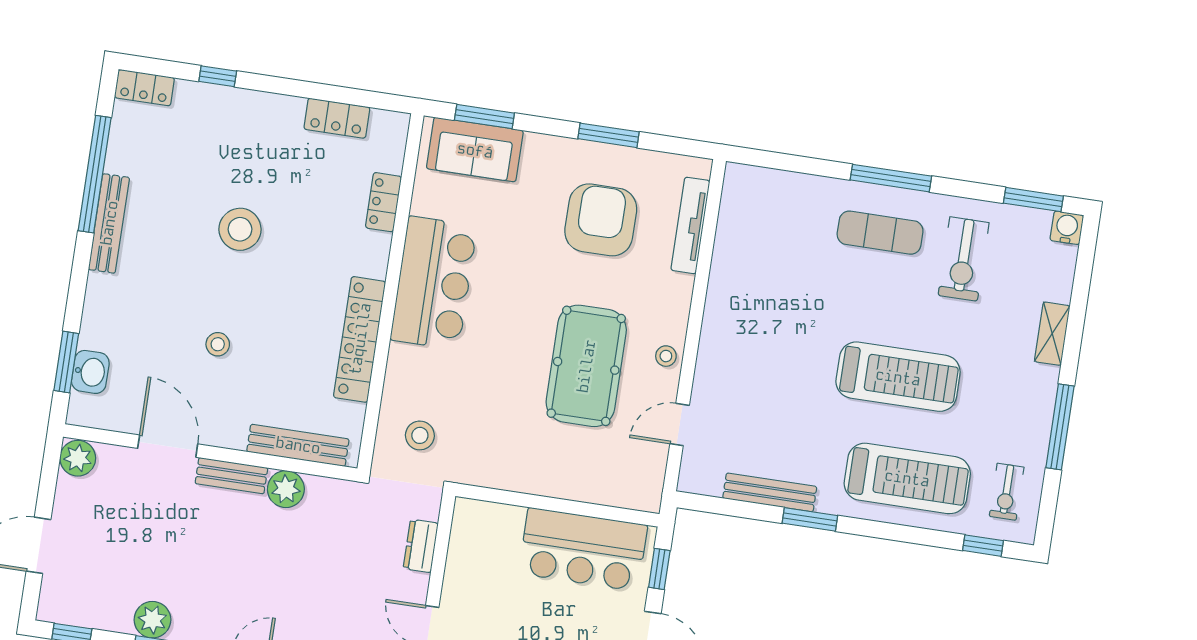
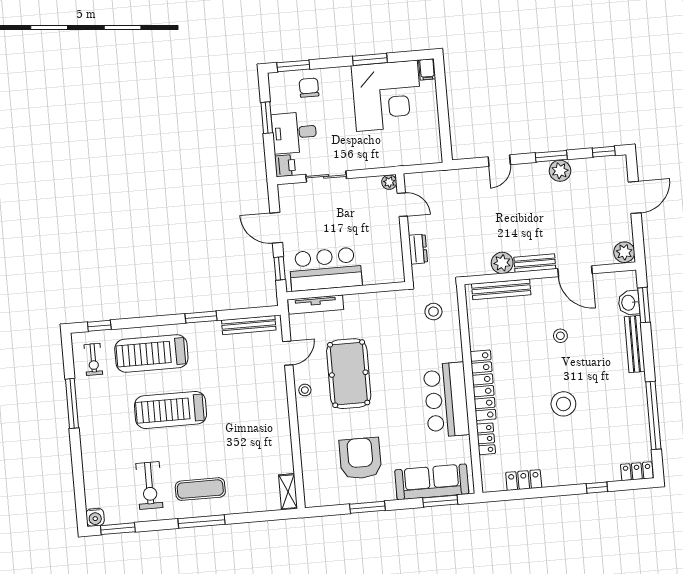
sofa: (475, 150) -> (432, 482), width x1.36
armchair: (601, 220) -> (360, 458), turned 180
bench: (109, 223) -> (635, 344), moved
tv unit: (690, 225) -> (316, 305), moved, turned 90
exercise bike: (964, 259) -> (149, 485), turned 180
shelving: (1052, 334) -> (288, 492), moved
locker: (360, 339) -> (483, 385), moved
bench: (770, 492) -> (249, 325), moved
exercise bike: (1007, 492) -> (93, 359), turned 180

